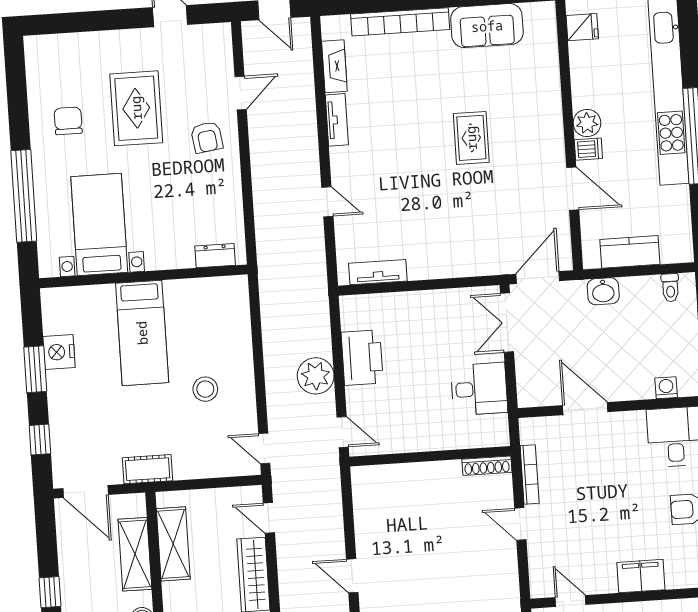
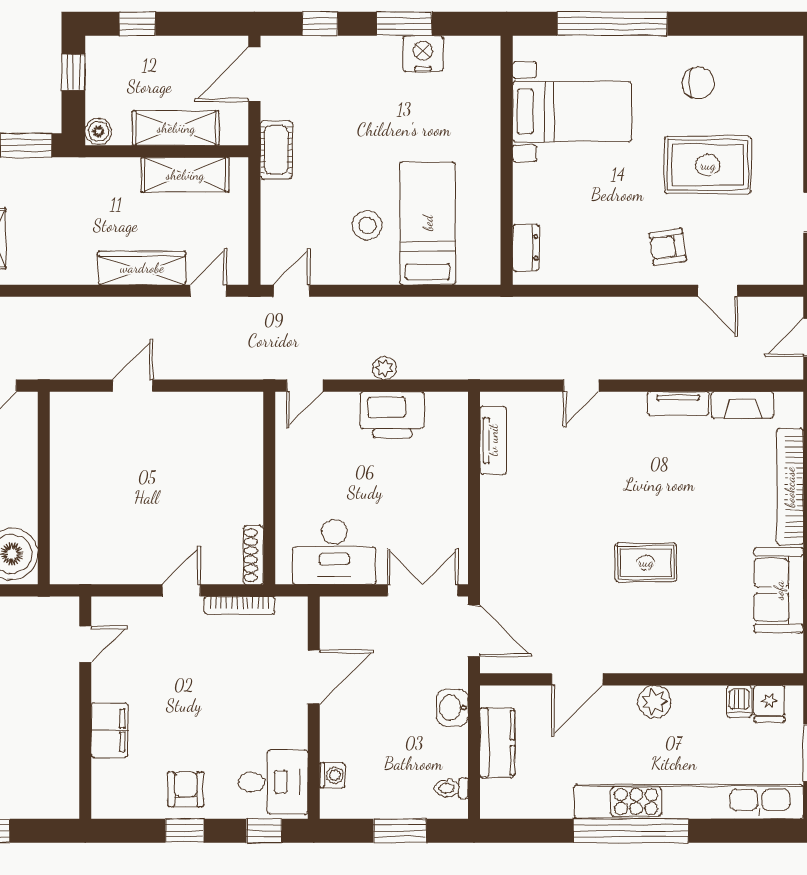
dishwasher: (588, 149) -> (739, 701), moved
bed: (142, 333) -> (428, 223), moved, turned 90
plant: (316, 376) -> (384, 368), width x0.53, depth x0.53
desk: (479, 389) -> (334, 552), width x1.37

